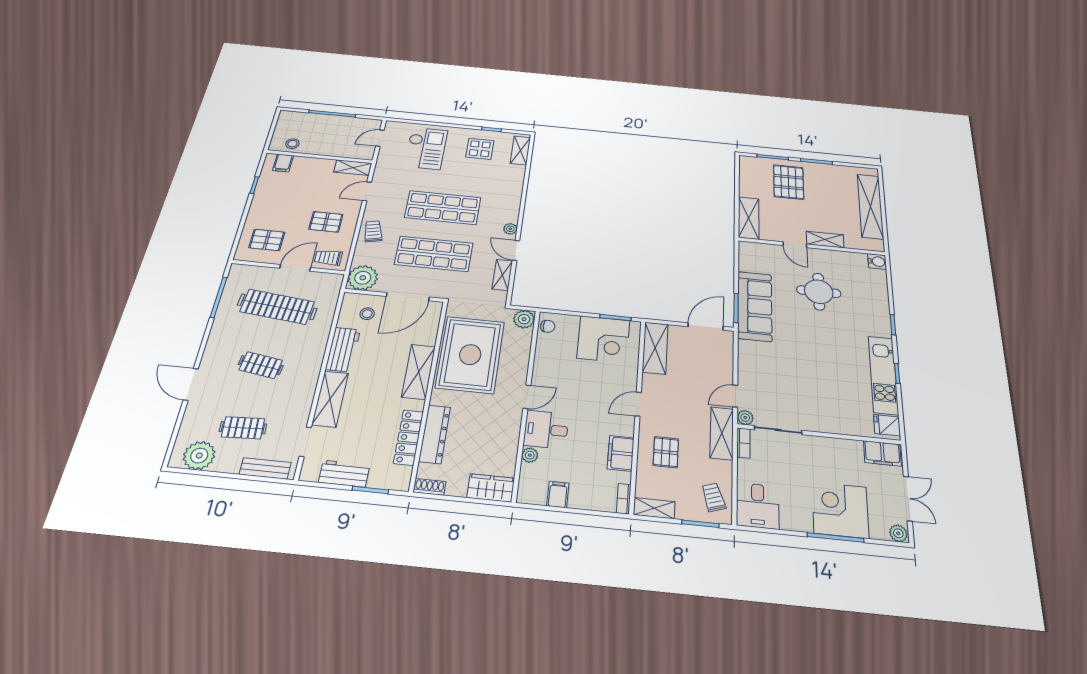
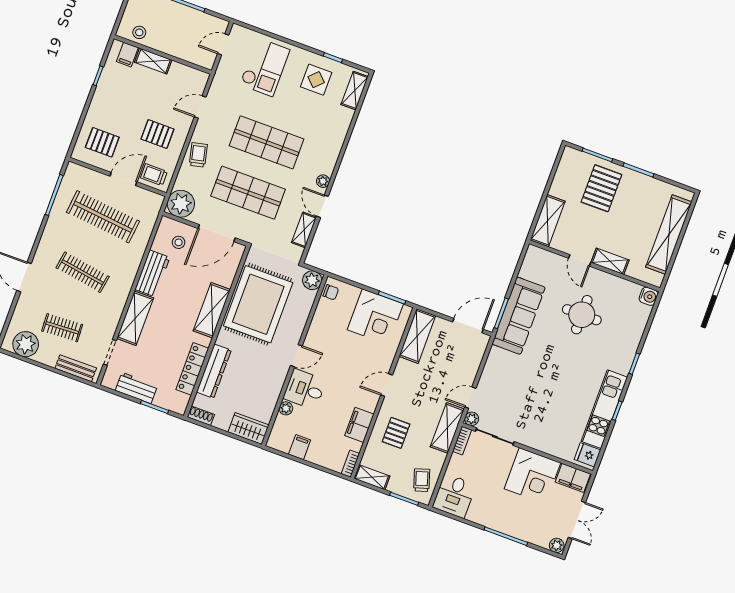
shelving: (353, 168) -> (153, 61), moved
clothes rail: (261, 365) -> (83, 272), width x1.36
corner desk: (840, 510) -> (532, 476), moved, turned 180

